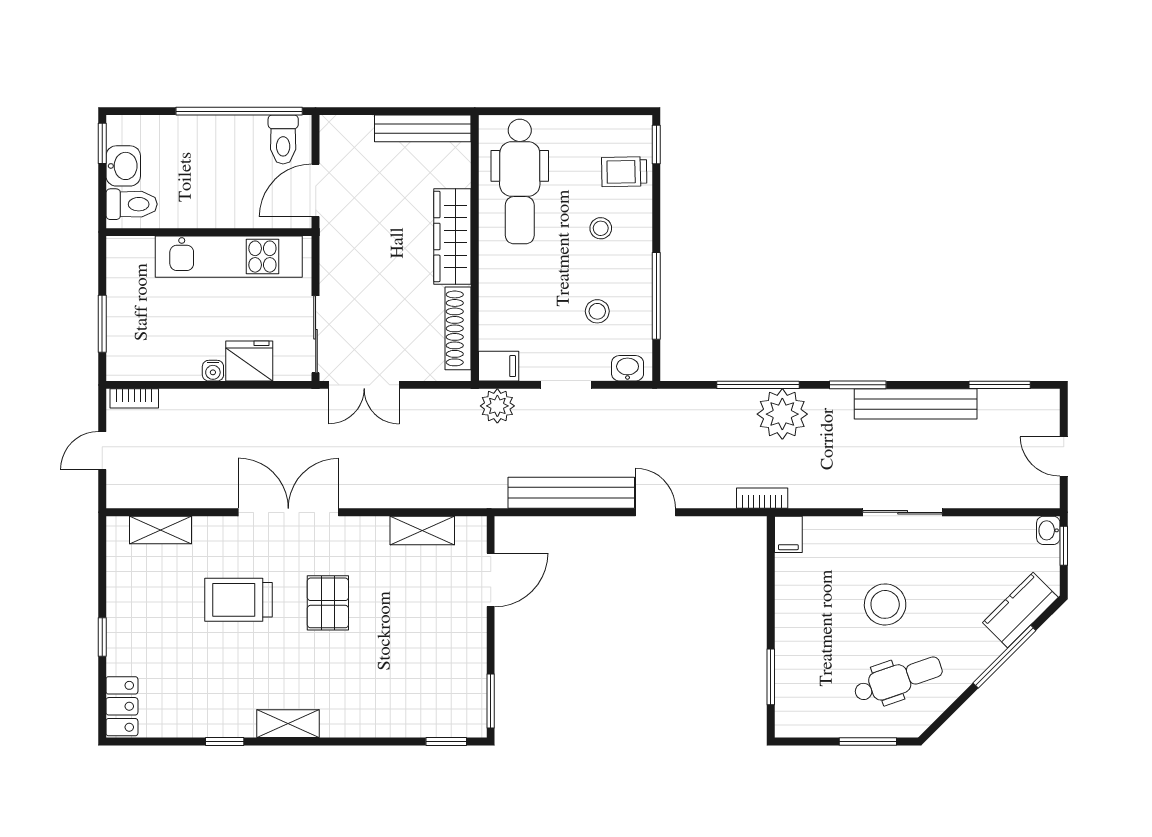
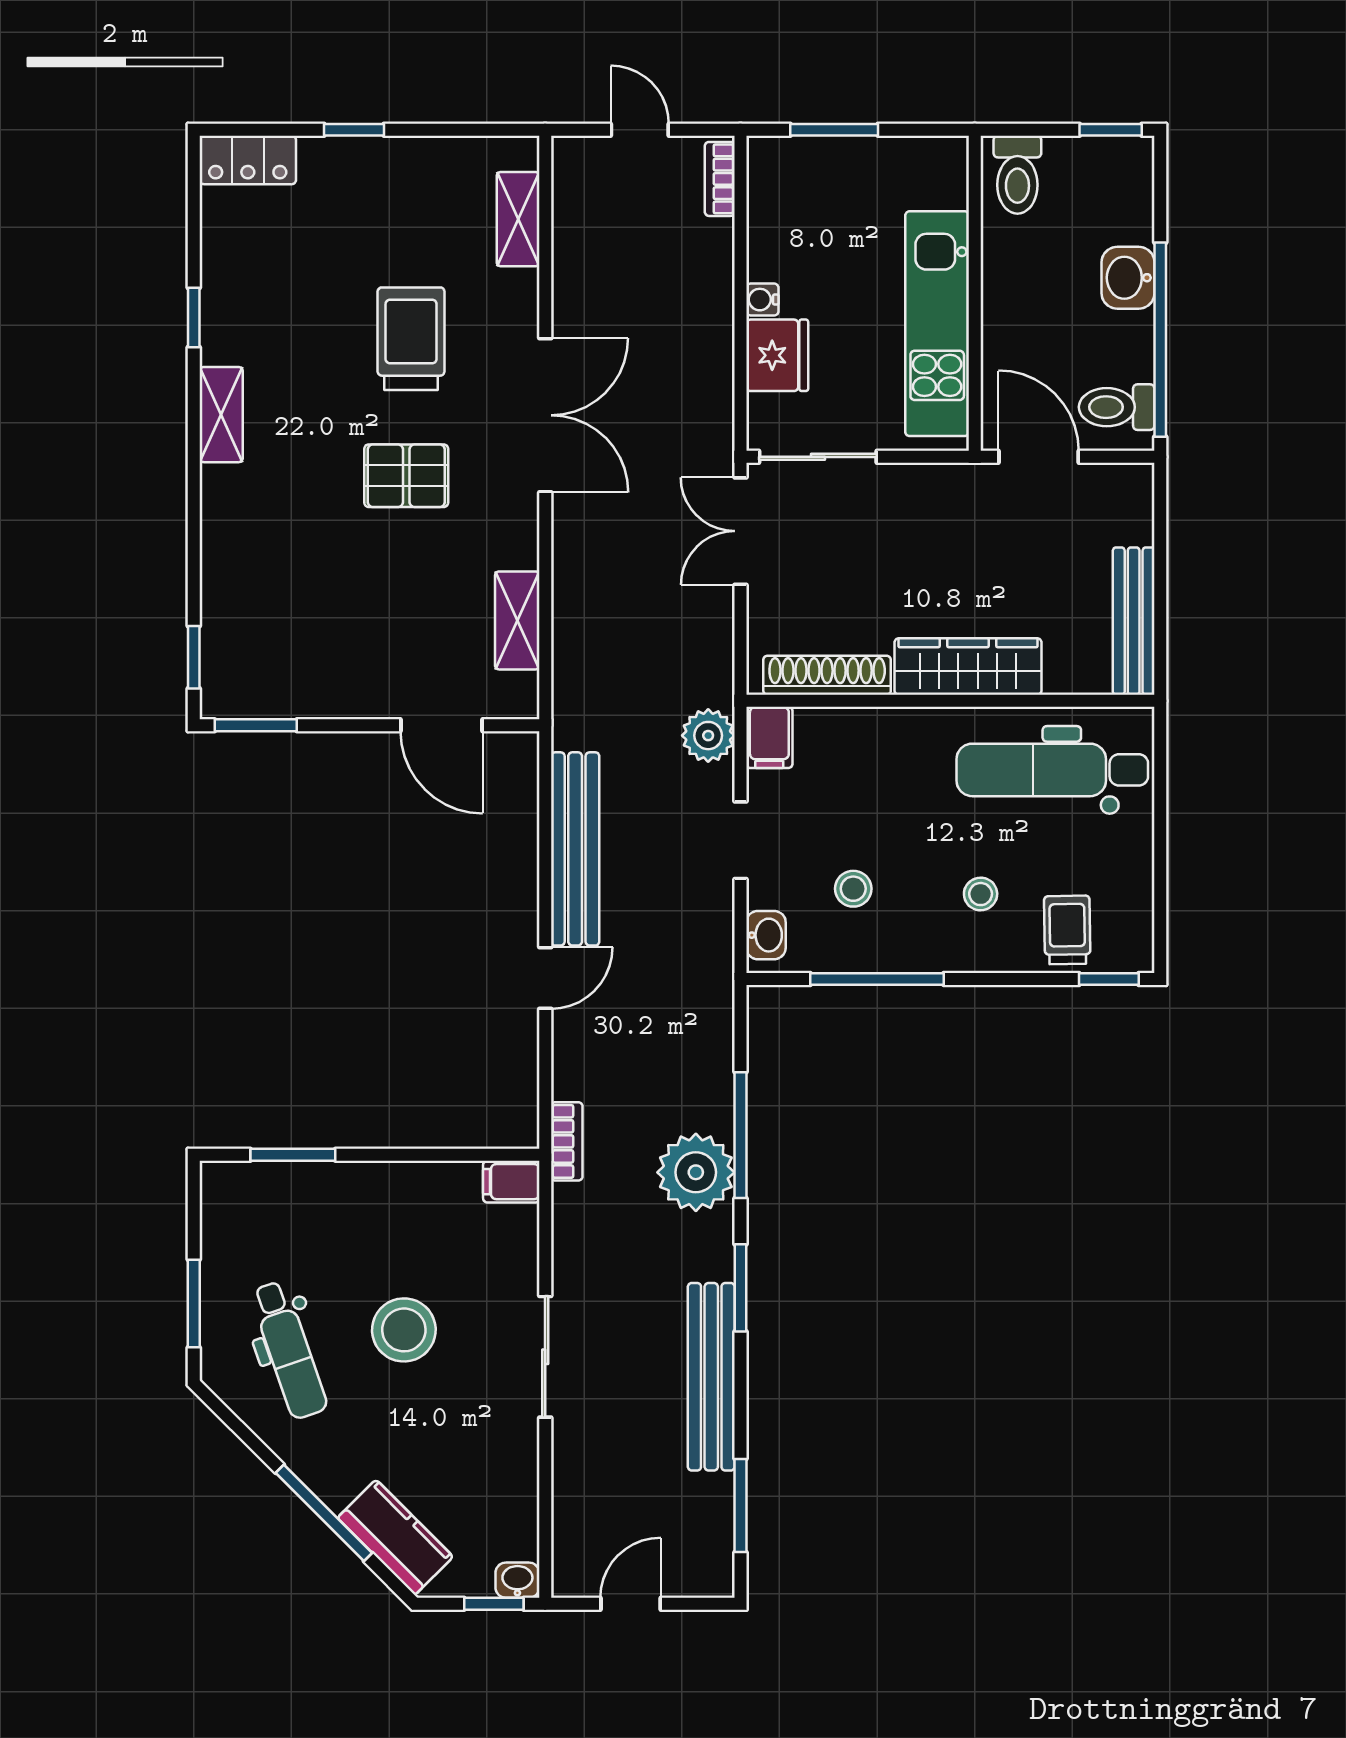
washbasin: (123, 166) -> (1128, 278), moved, turned 90

